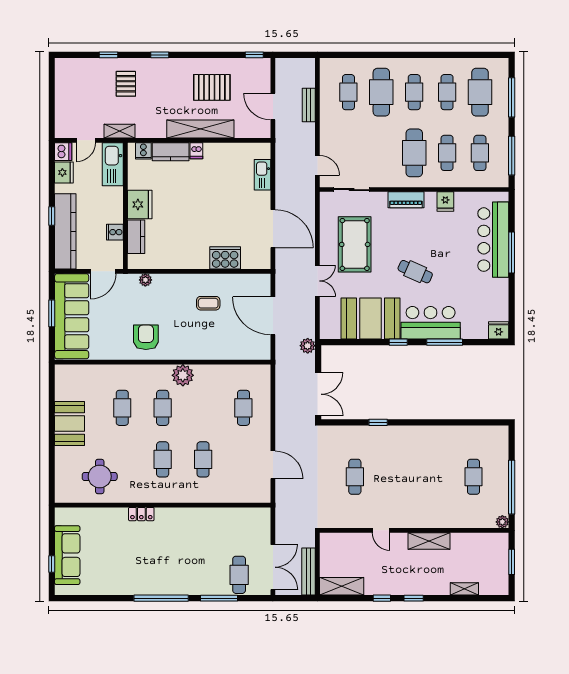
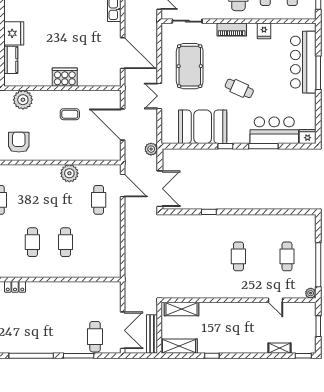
cooker: (225, 258) -> (65, 77), moved
plant: (145, 280) -> (23, 100), width x1.87, depth x1.87
double door: (317, 281) -> (159, 96), swing flipped
bar counter: (431, 323) -> (274, 130), moved
plant: (183, 375) -> (69, 173), moved
cafe table: (163, 408) -> (32, 200), removed
door: (273, 465) -> (123, 185), moved
cafe table: (355, 477) -> (238, 256), moved
door: (381, 530) -> (276, 300), moved
shelving: (429, 541) -> (181, 309), moved
window: (414, 598) -> (303, 356), moved

